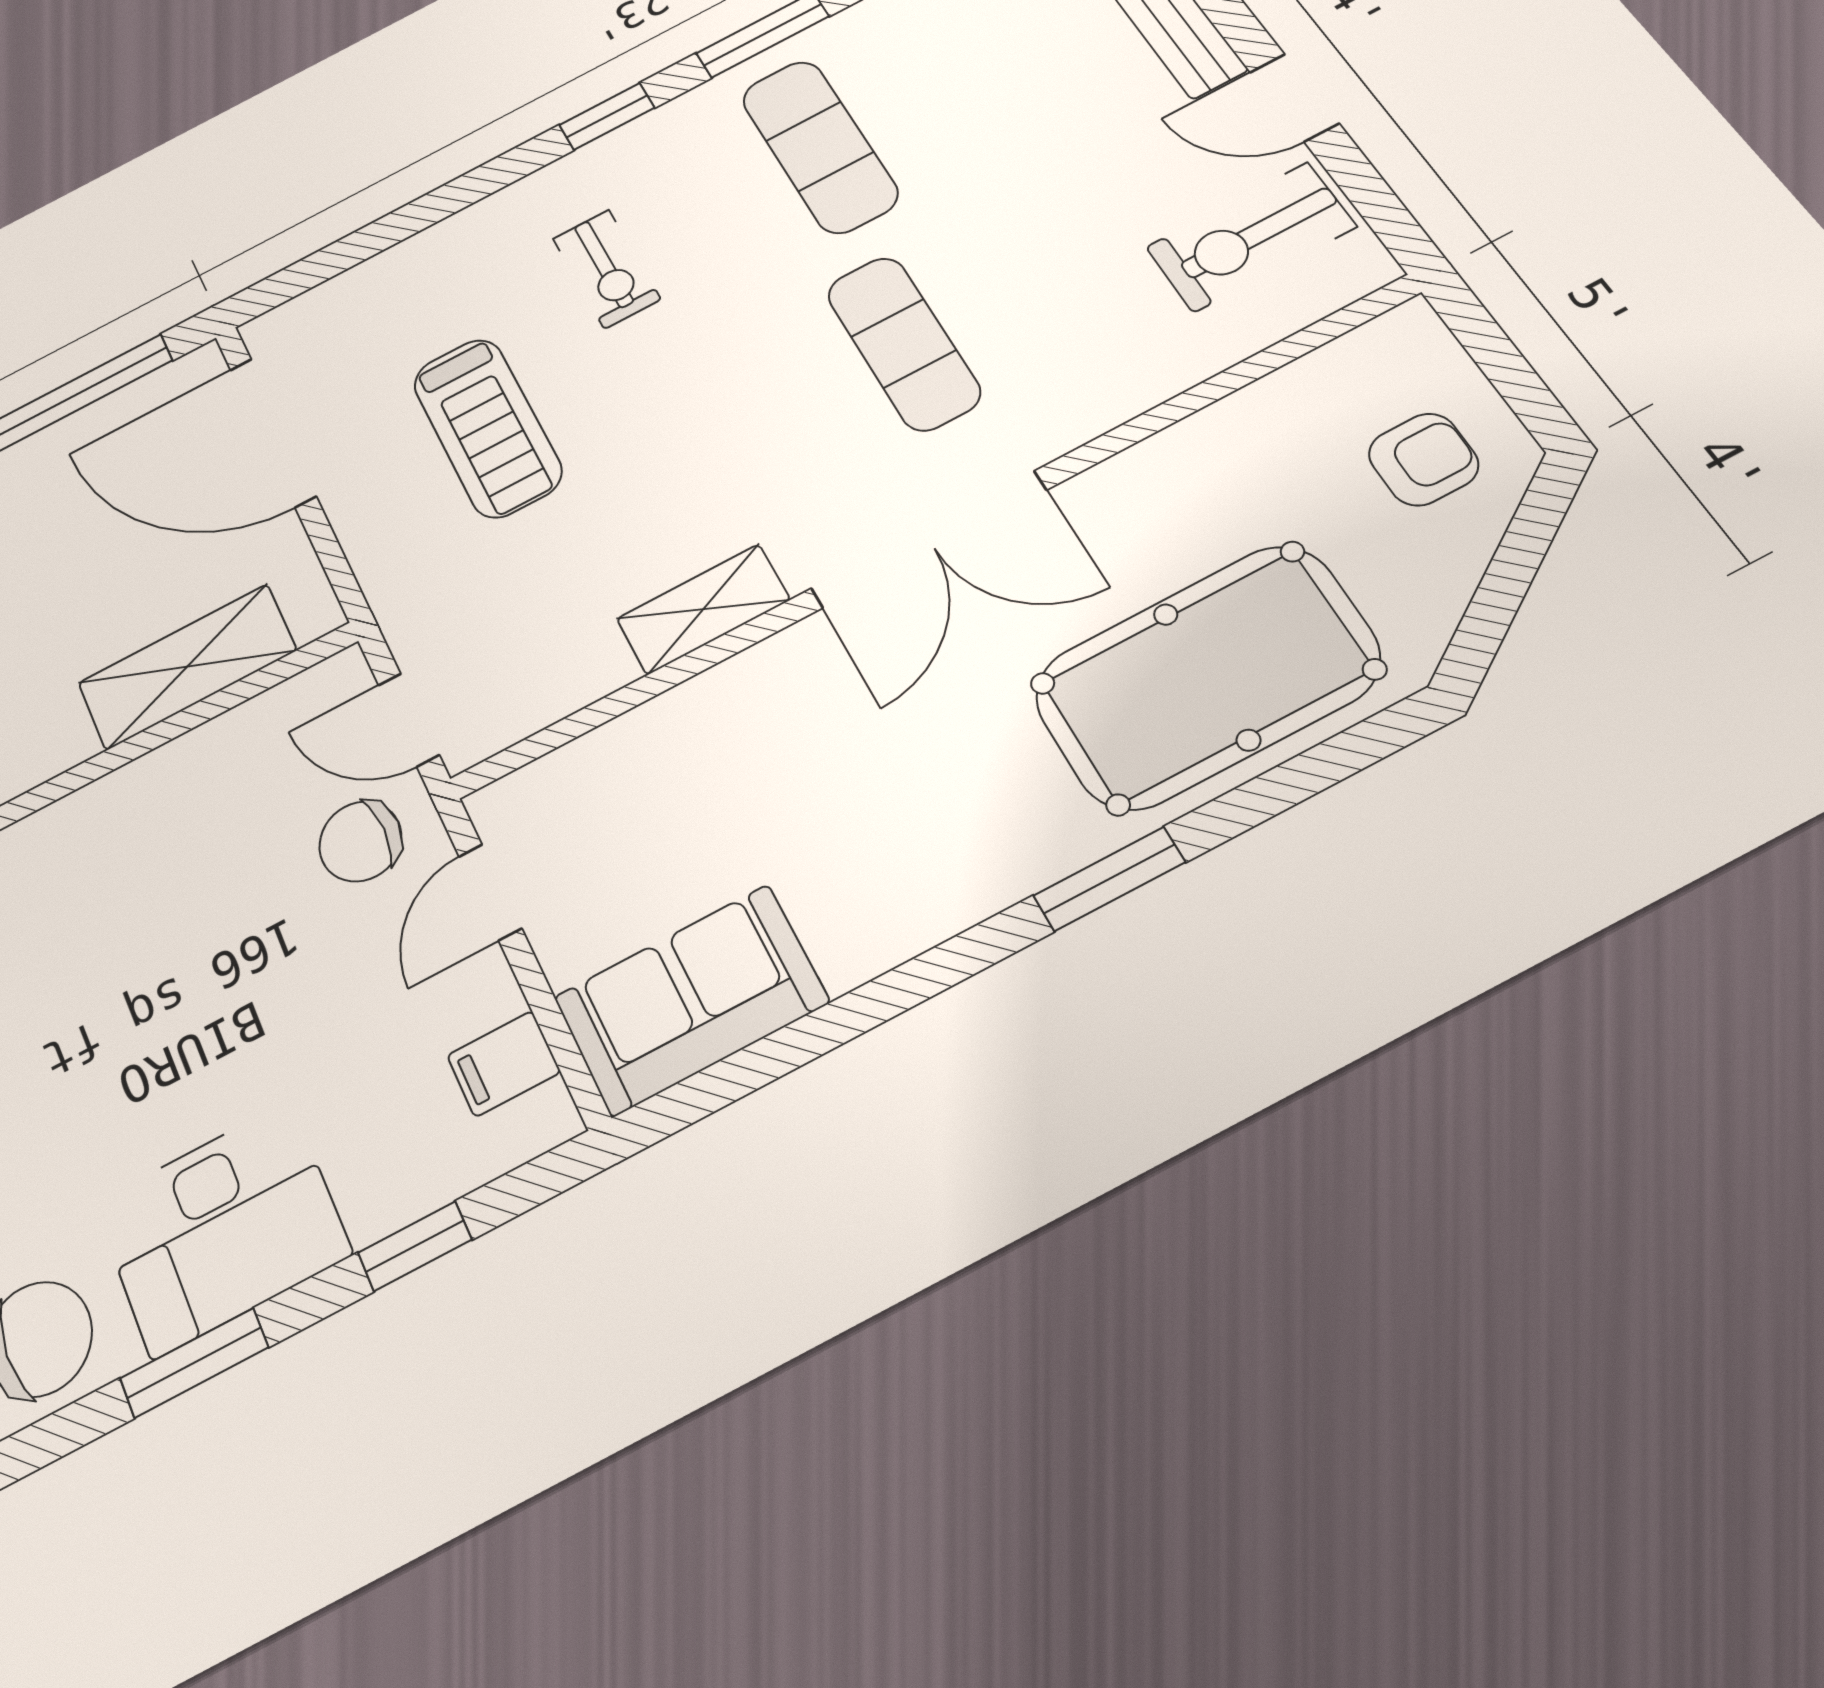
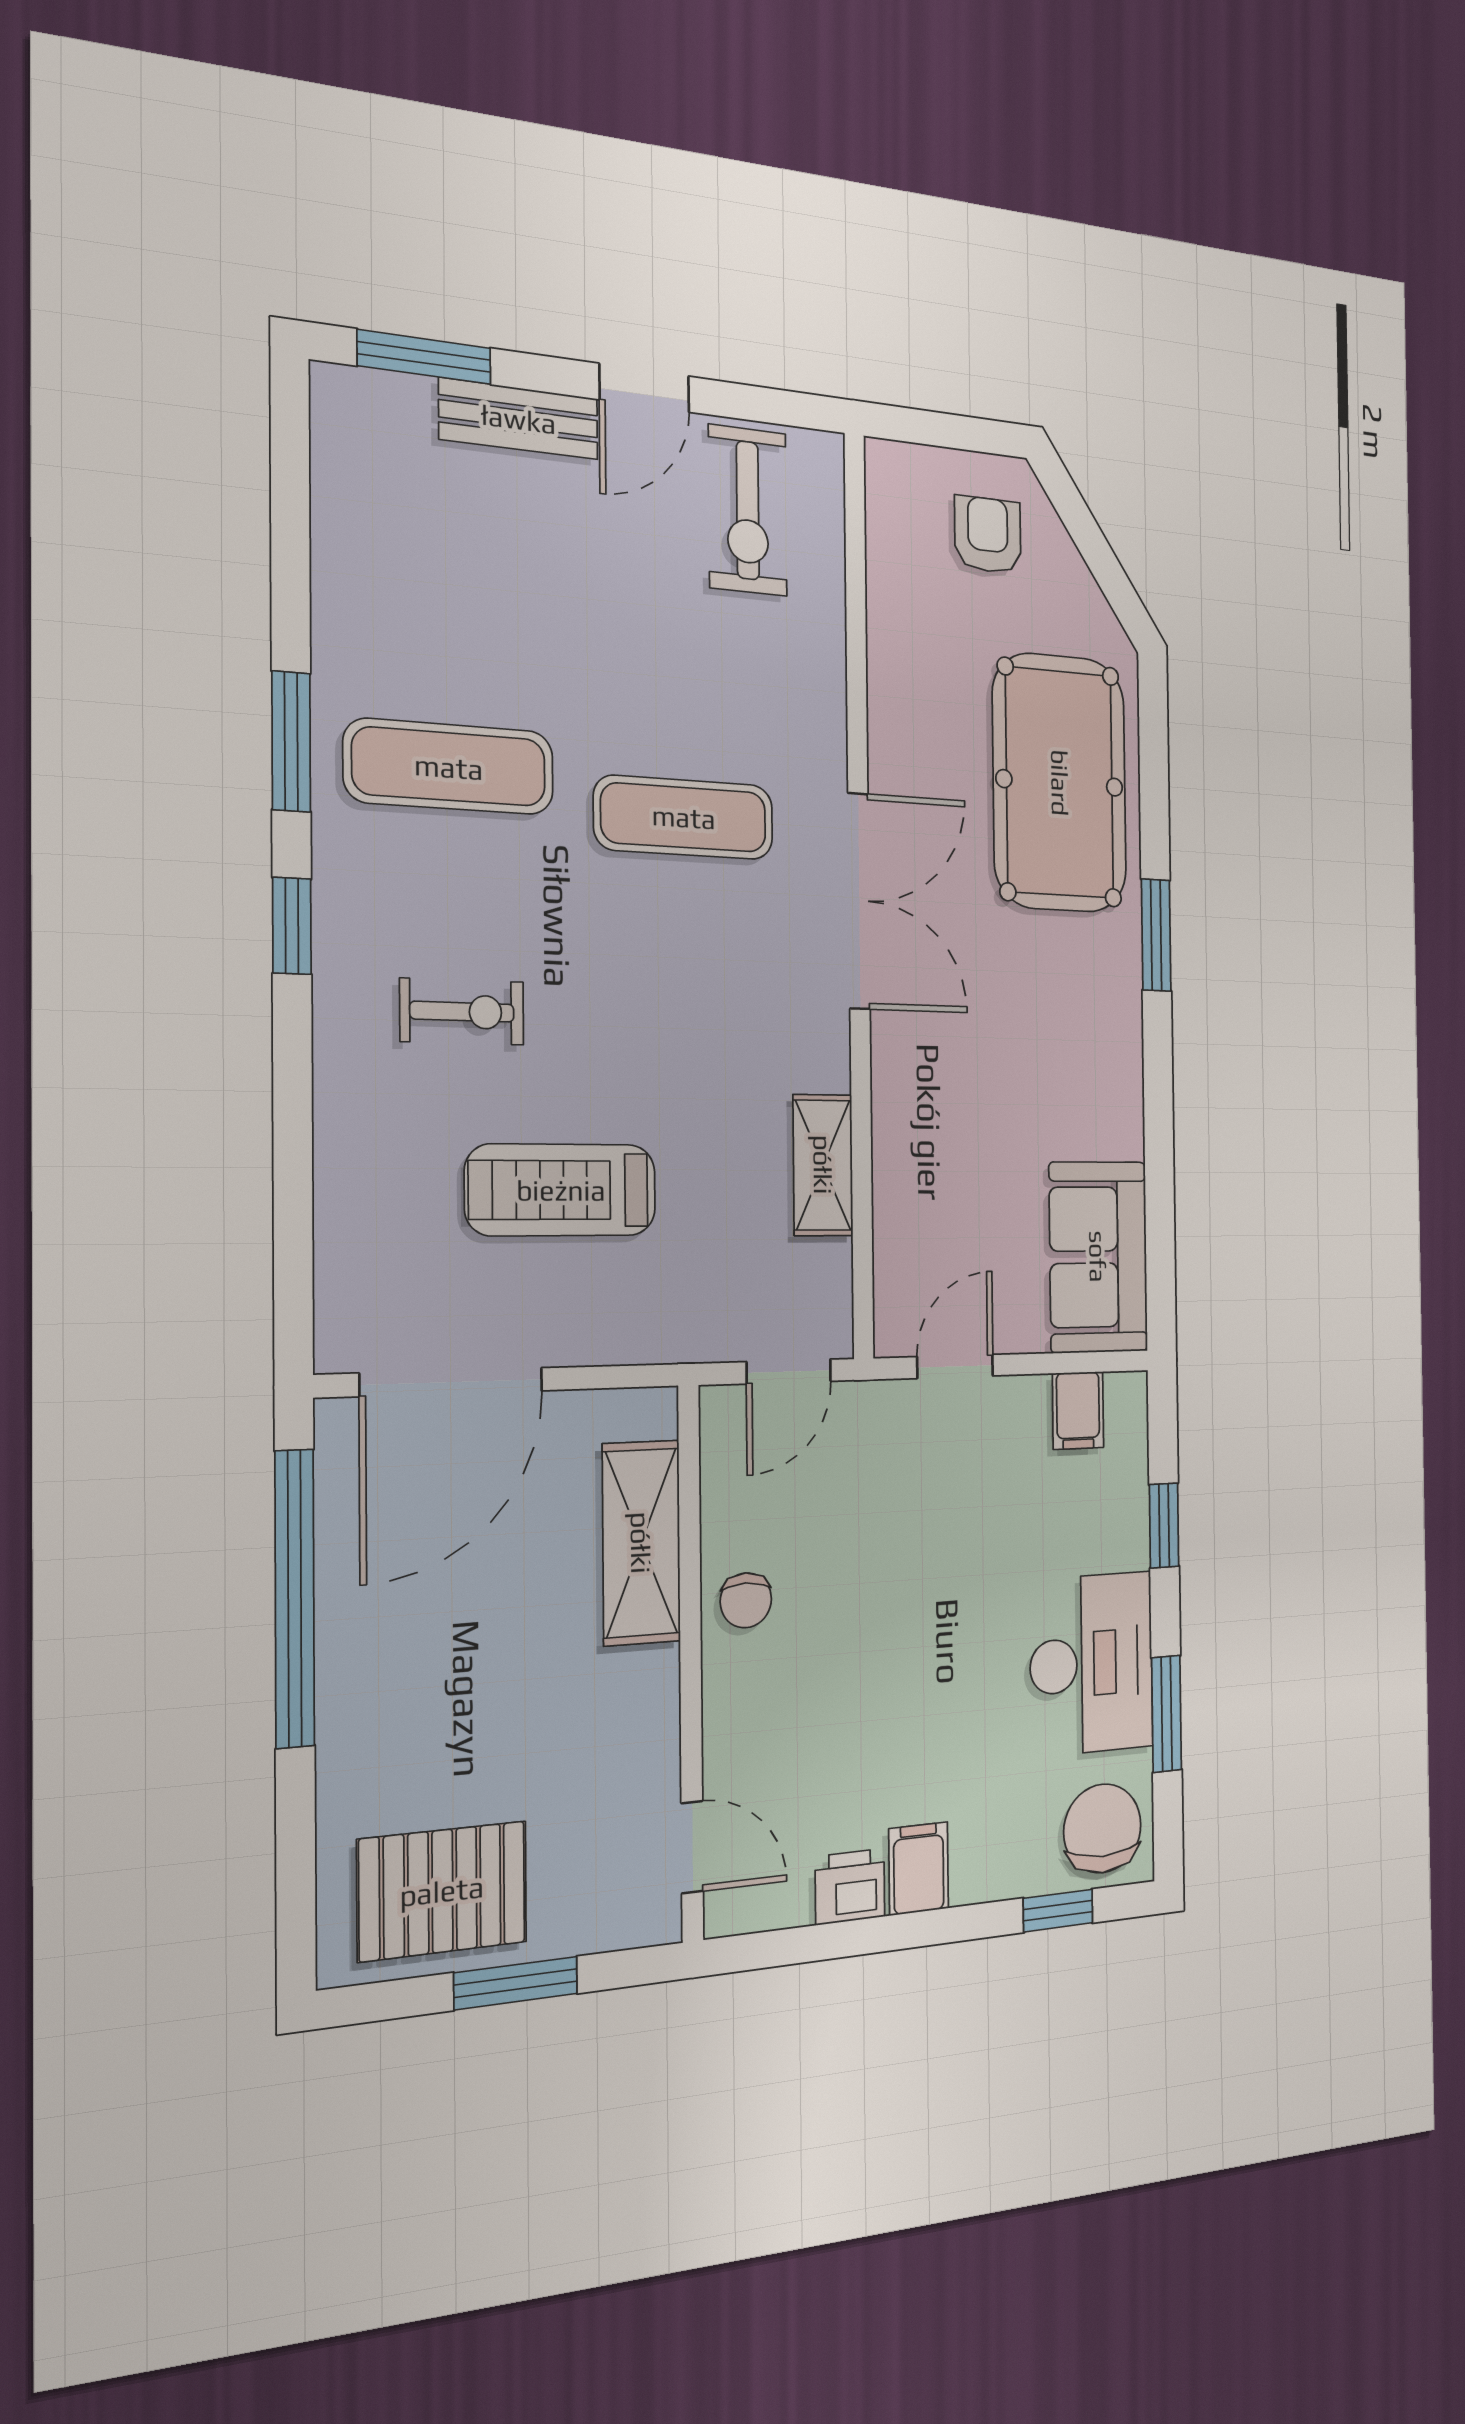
treadmill: (487, 428) -> (561, 1190), turned 180
shelving: (703, 609) -> (823, 1165), moved
chair: (360, 841) -> (746, 1600), moved, width x0.73, depth x0.73
door: (490, 892) -> (955, 1366), swing flipped

